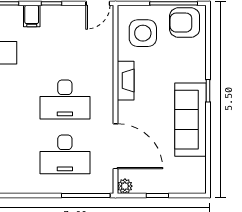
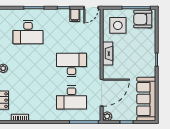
filing cabinet: (32, 16) -> (75, 15), moved
desk: (65, 99) -> (71, 65), turned 180
sofa: (191, 120) -> (146, 99), moved
door: (116, 146) -> (102, 93), hinge flipped

